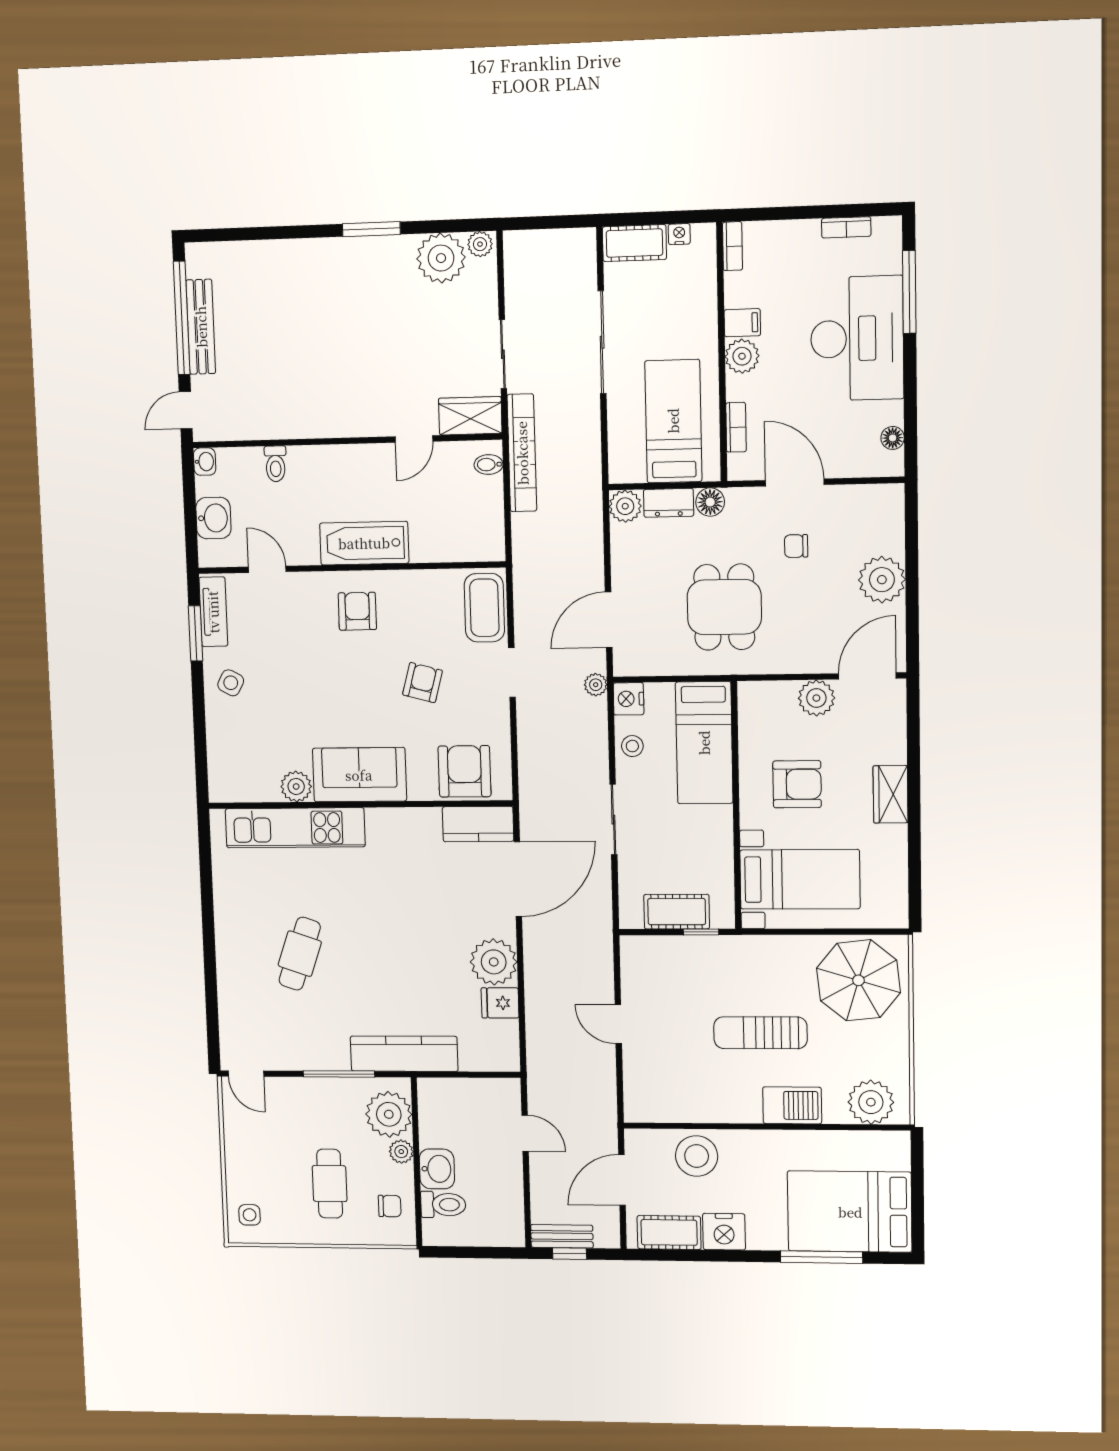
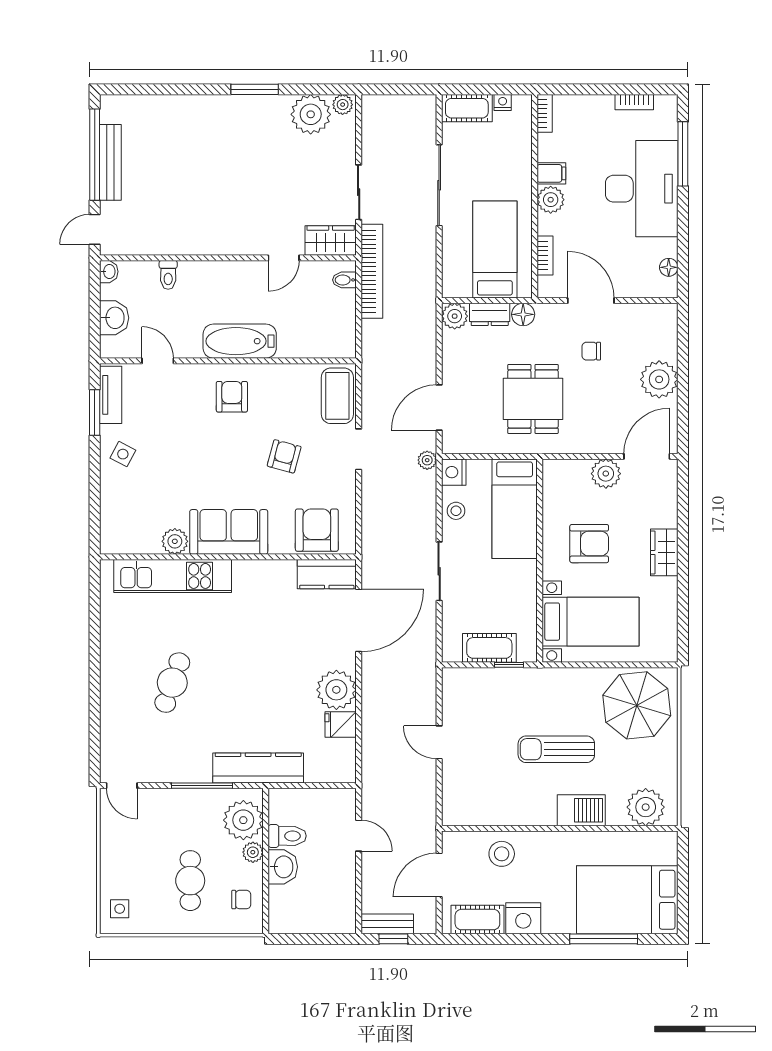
stool: (697, 1156) -> (502, 854), width x0.73, depth x0.73
toilet: (443, 1205) -> (287, 836), moved

